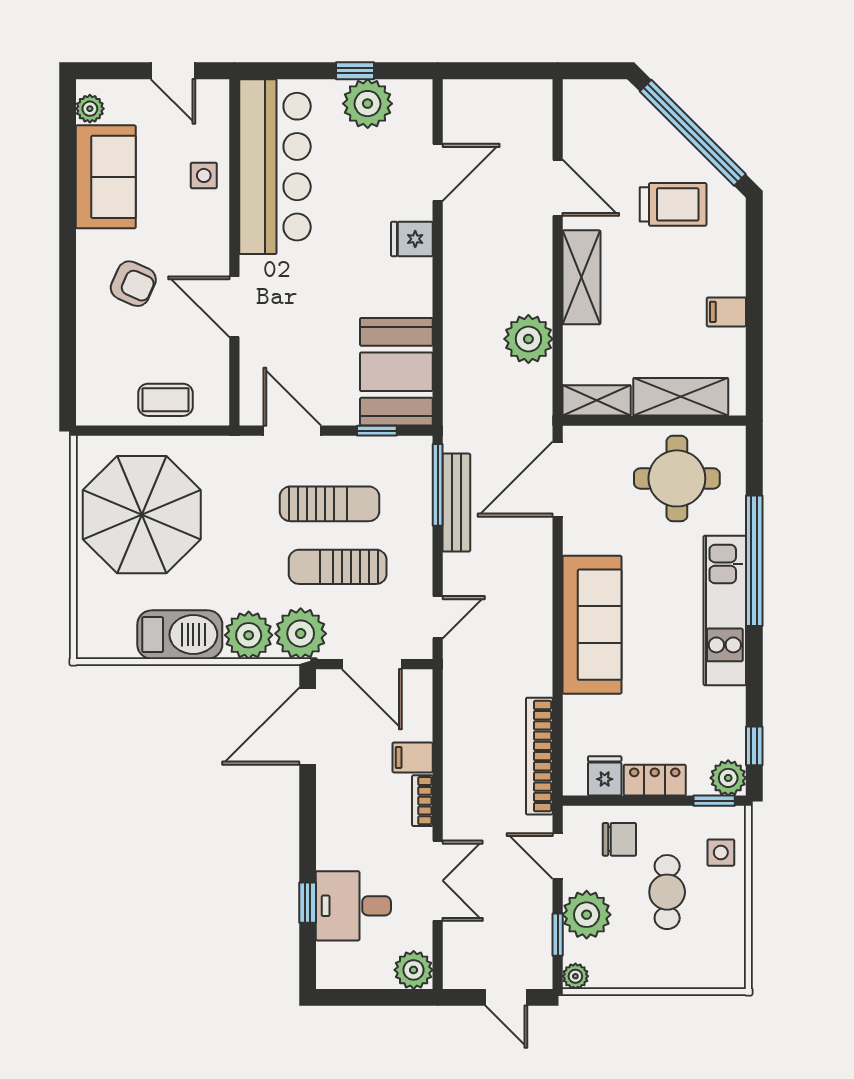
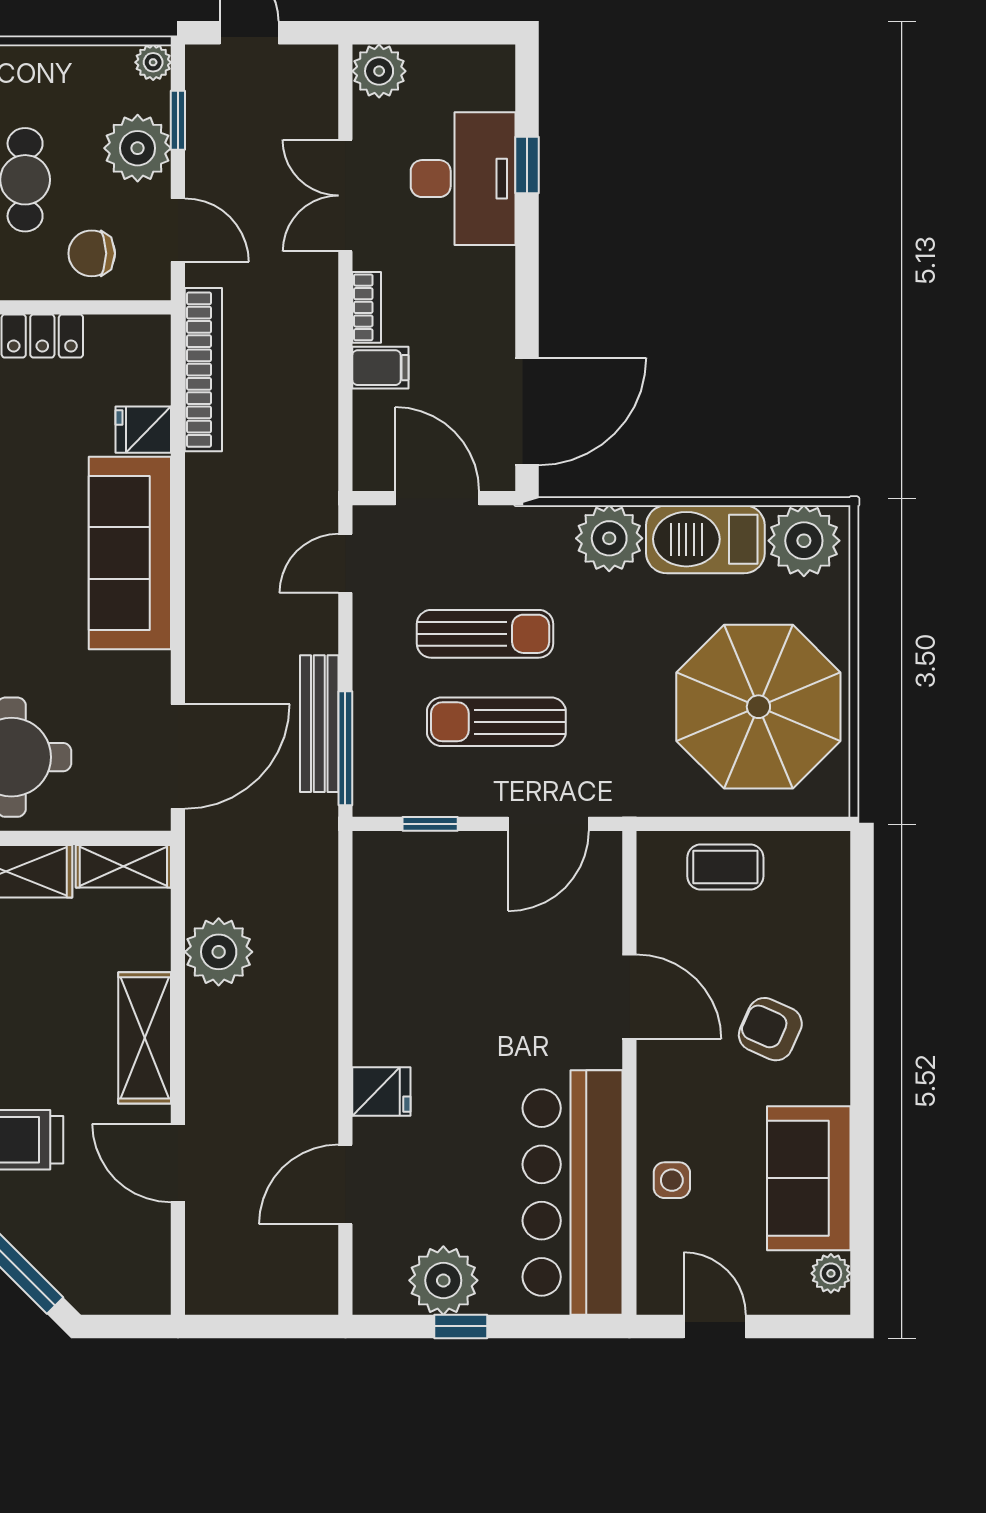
booth: (396, 372) -> (403, 906), removed
door: (292, 431) -> (548, 824), hinge flipped
plant: (301, 634) -> (804, 541), moved
fridge: (605, 776) -> (143, 430), moved, turned 90
desk: (353, 906) -> (463, 179), width x1.37

